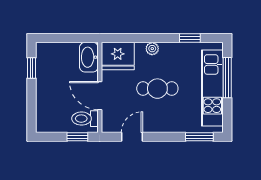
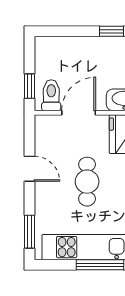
door: (132, 137) -> (30, 169), moved

